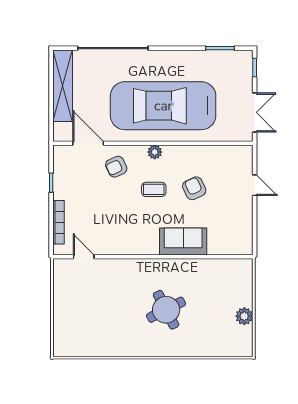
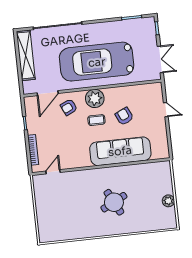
door: (88, 143) -> (48, 93), swing flipped
plant: (155, 152) -> (95, 98), width x1.88, depth x1.88
sofa: (183, 241) -> (120, 151), width x1.85, depth x1.27
door: (84, 257) -> (53, 172), hinge flipped

